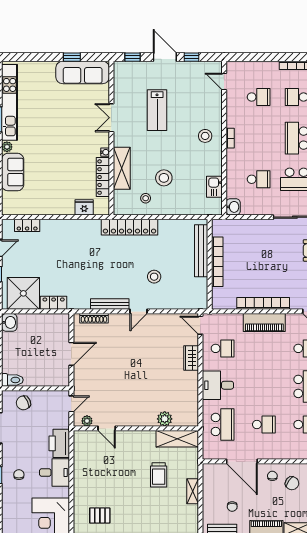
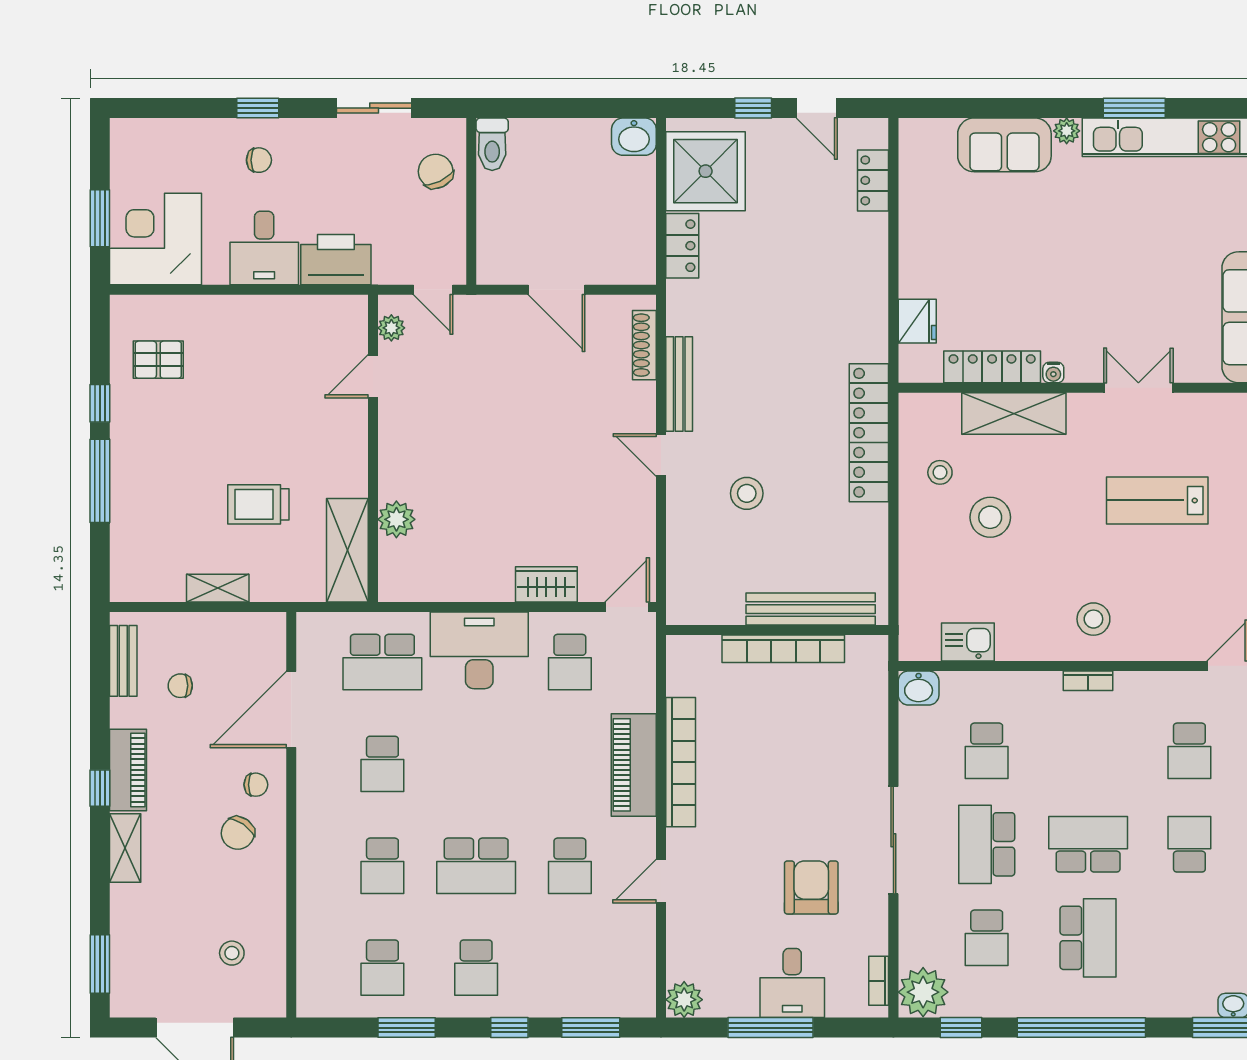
desk: (218, 385) -> (479, 650), width x1.37
pallet: (100, 515) -> (158, 360), turned 90

